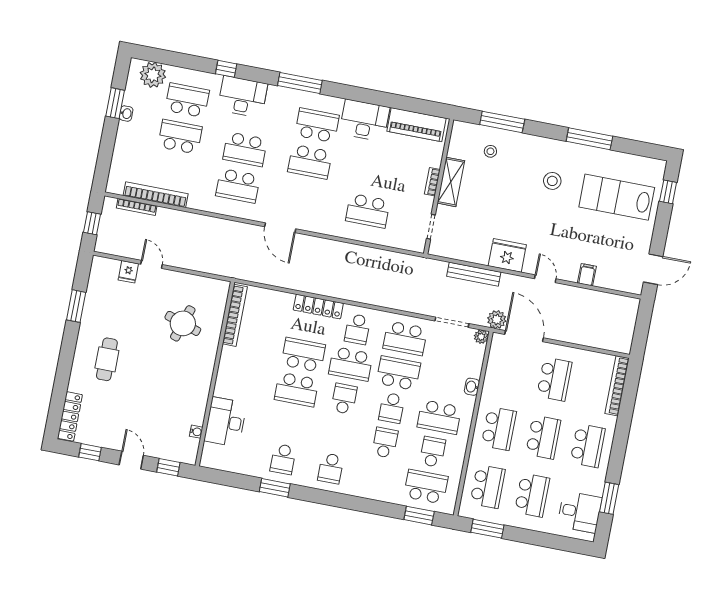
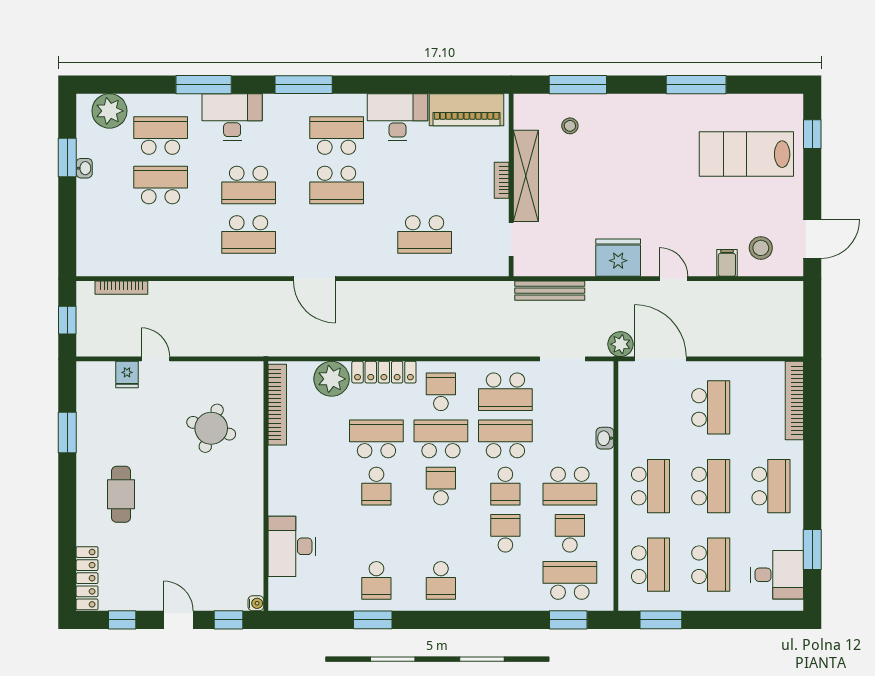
window: (226, 69) -> (204, 85), width x2.17
stool: (552, 181) -> (761, 248), moved
shelving: (451, 182) -> (526, 176), width x1.47
bookcase: (156, 195) -> (143, 267), removed
bench: (474, 274) -> (550, 291), moved
school desk: (357, 329) -> (441, 392), turned 180
plant: (481, 337) -> (332, 379), moved, width x1.87, depth x1.87
school desk: (351, 364) -> (441, 439), turned 180
school desk: (297, 390) -> (376, 486), width x0.54
water cooler: (196, 432) -> (256, 603), moved

